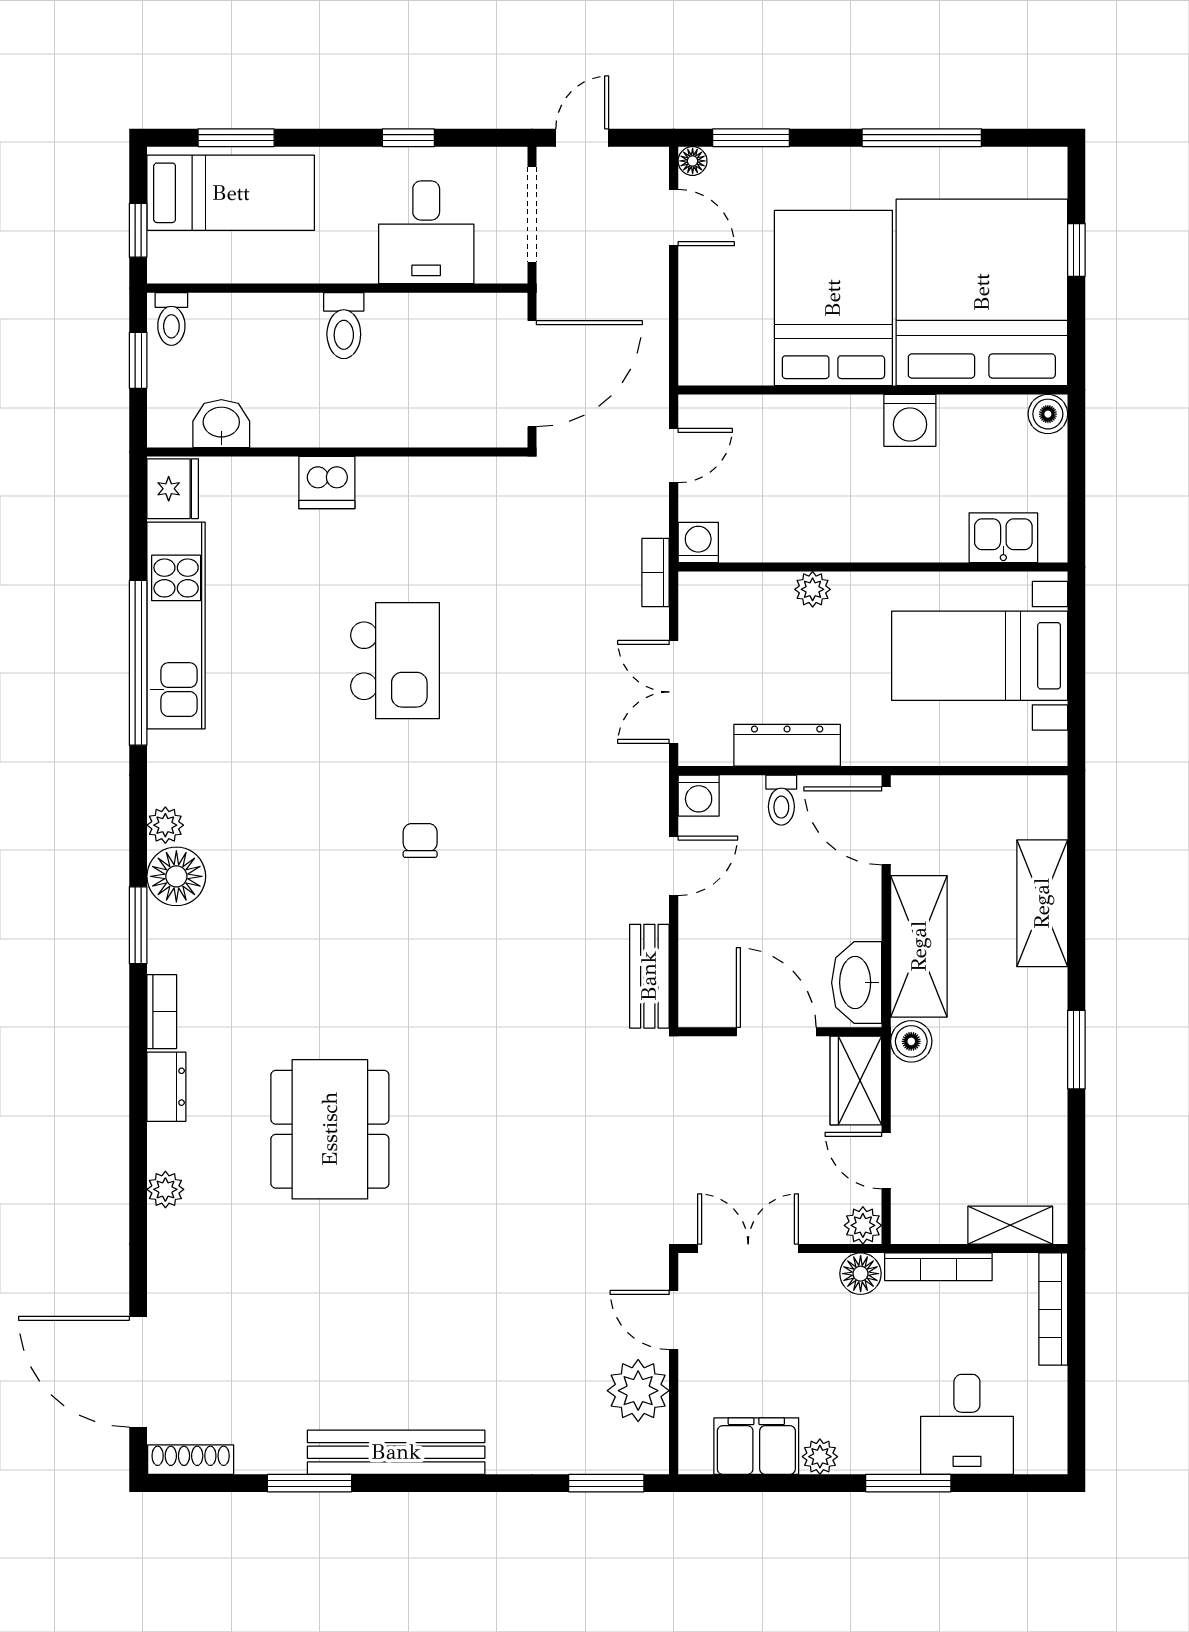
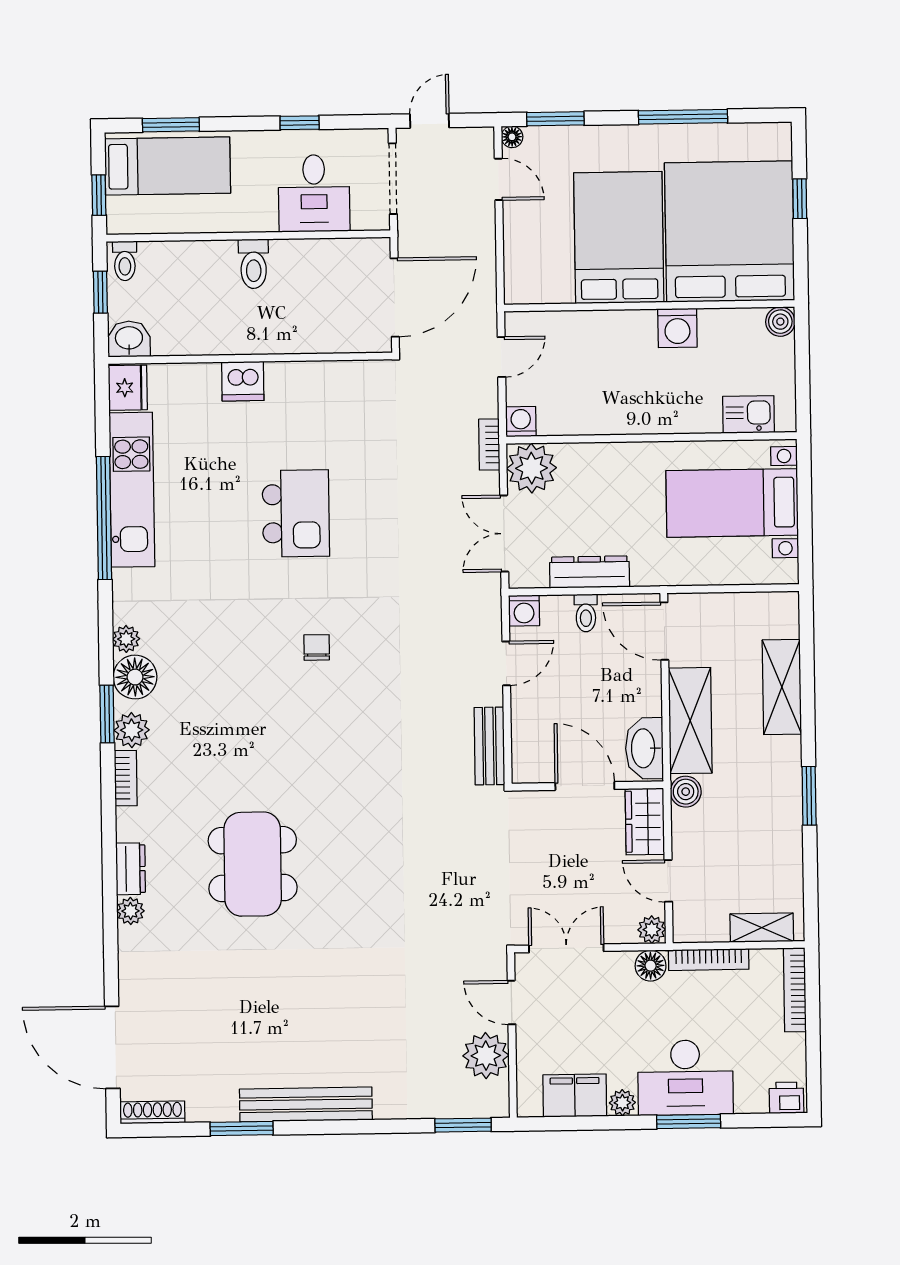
washbasin: (221, 424) -> (129, 339), moved
plant: (813, 589) -> (531, 468), moved, width x1.87, depth x1.87
plant: (171, 947) -> (132, 730), added
dresser: (166, 1087) -> (131, 869), moved
desk: (967, 1424) -> (685, 1078), moved, width x1.37
printer: (1040, 1453) -> (787, 1098), added

